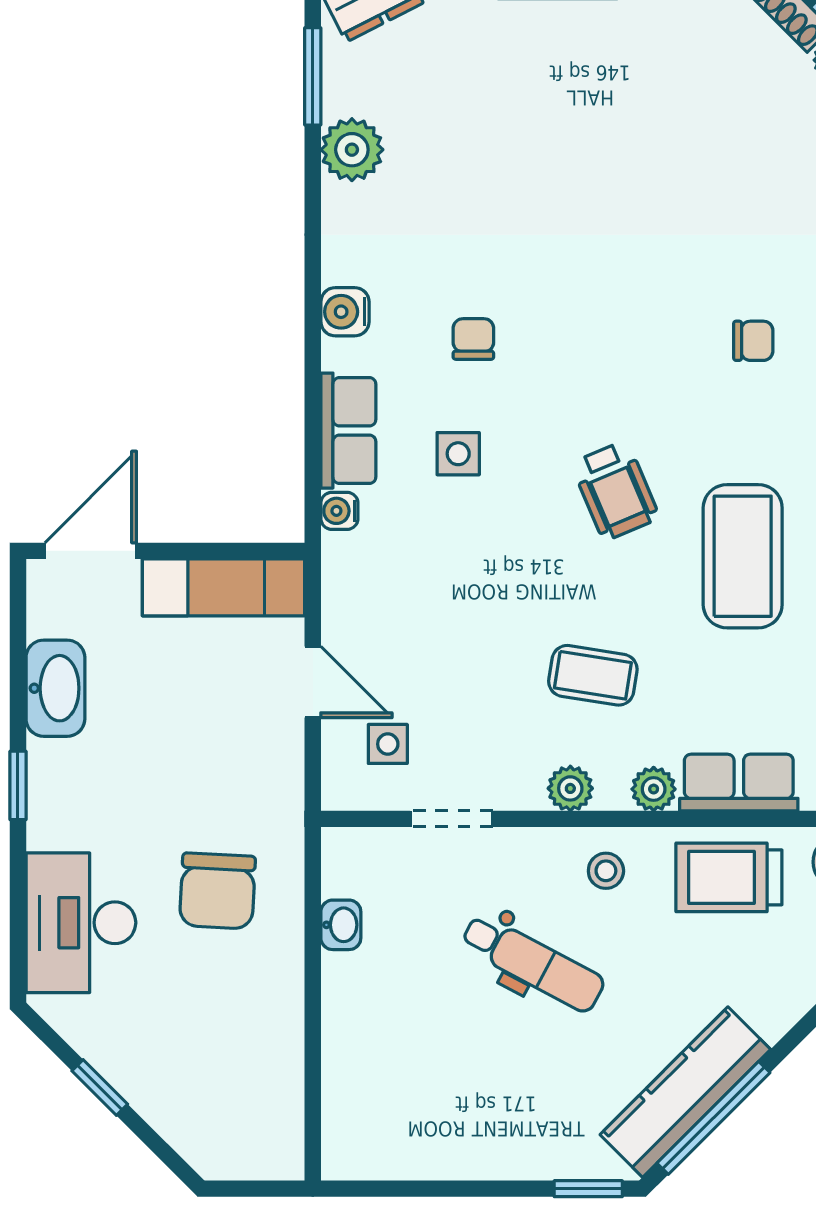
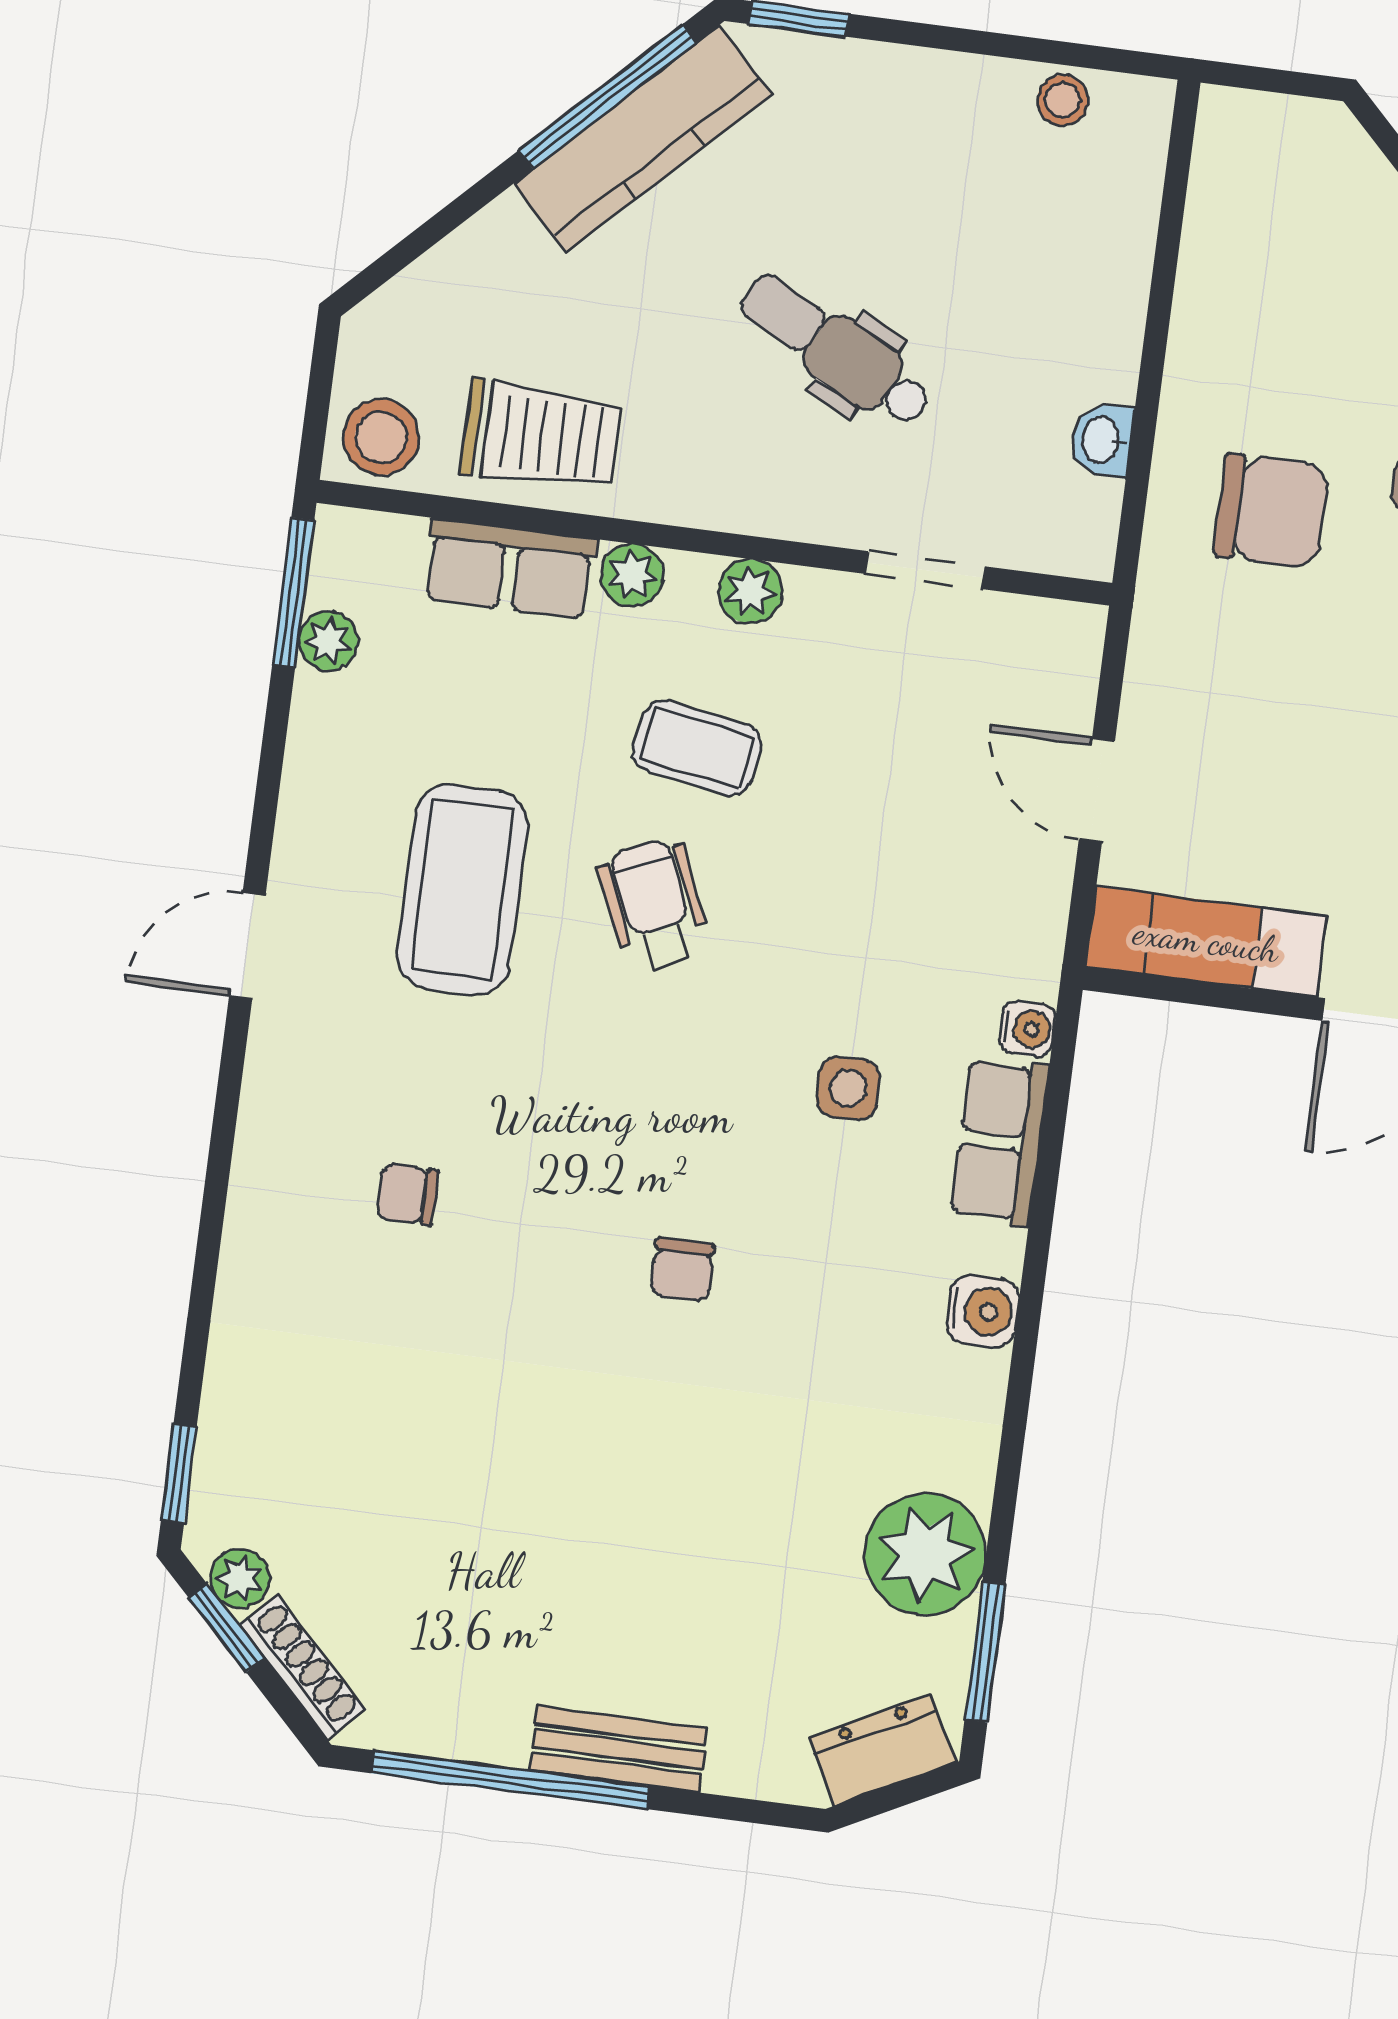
plant: (352, 150) -> (925, 1554), width x1.36, depth x1.36
chair: (473, 339) -> (682, 1270), moved
wheelchair: (615, 491) -> (654, 905), moved
side table: (388, 744) -> (1002, 688), removed
stool: (606, 871) -> (1063, 100), moved
chair: (217, 891) -> (1271, 511), turned 87

